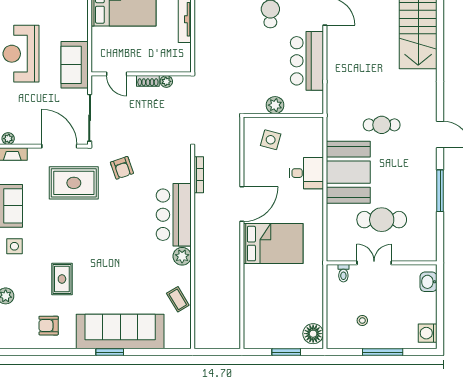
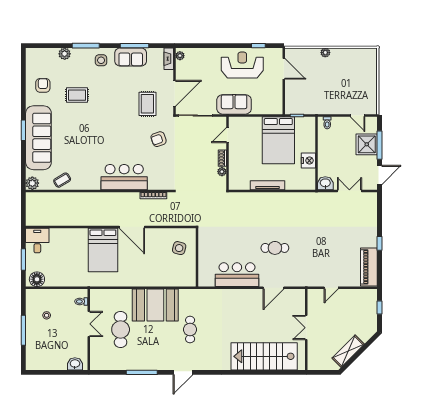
plant: (275, 105) -> (205, 251), removed
desk: (306, 173) -> (37, 241), moved, turned 180
rug: (74, 183) -> (147, 104), width x0.73, depth x0.70
plant: (182, 256) -> (32, 183), moved
washing machine: (428, 333) -> (37, 363), removed

